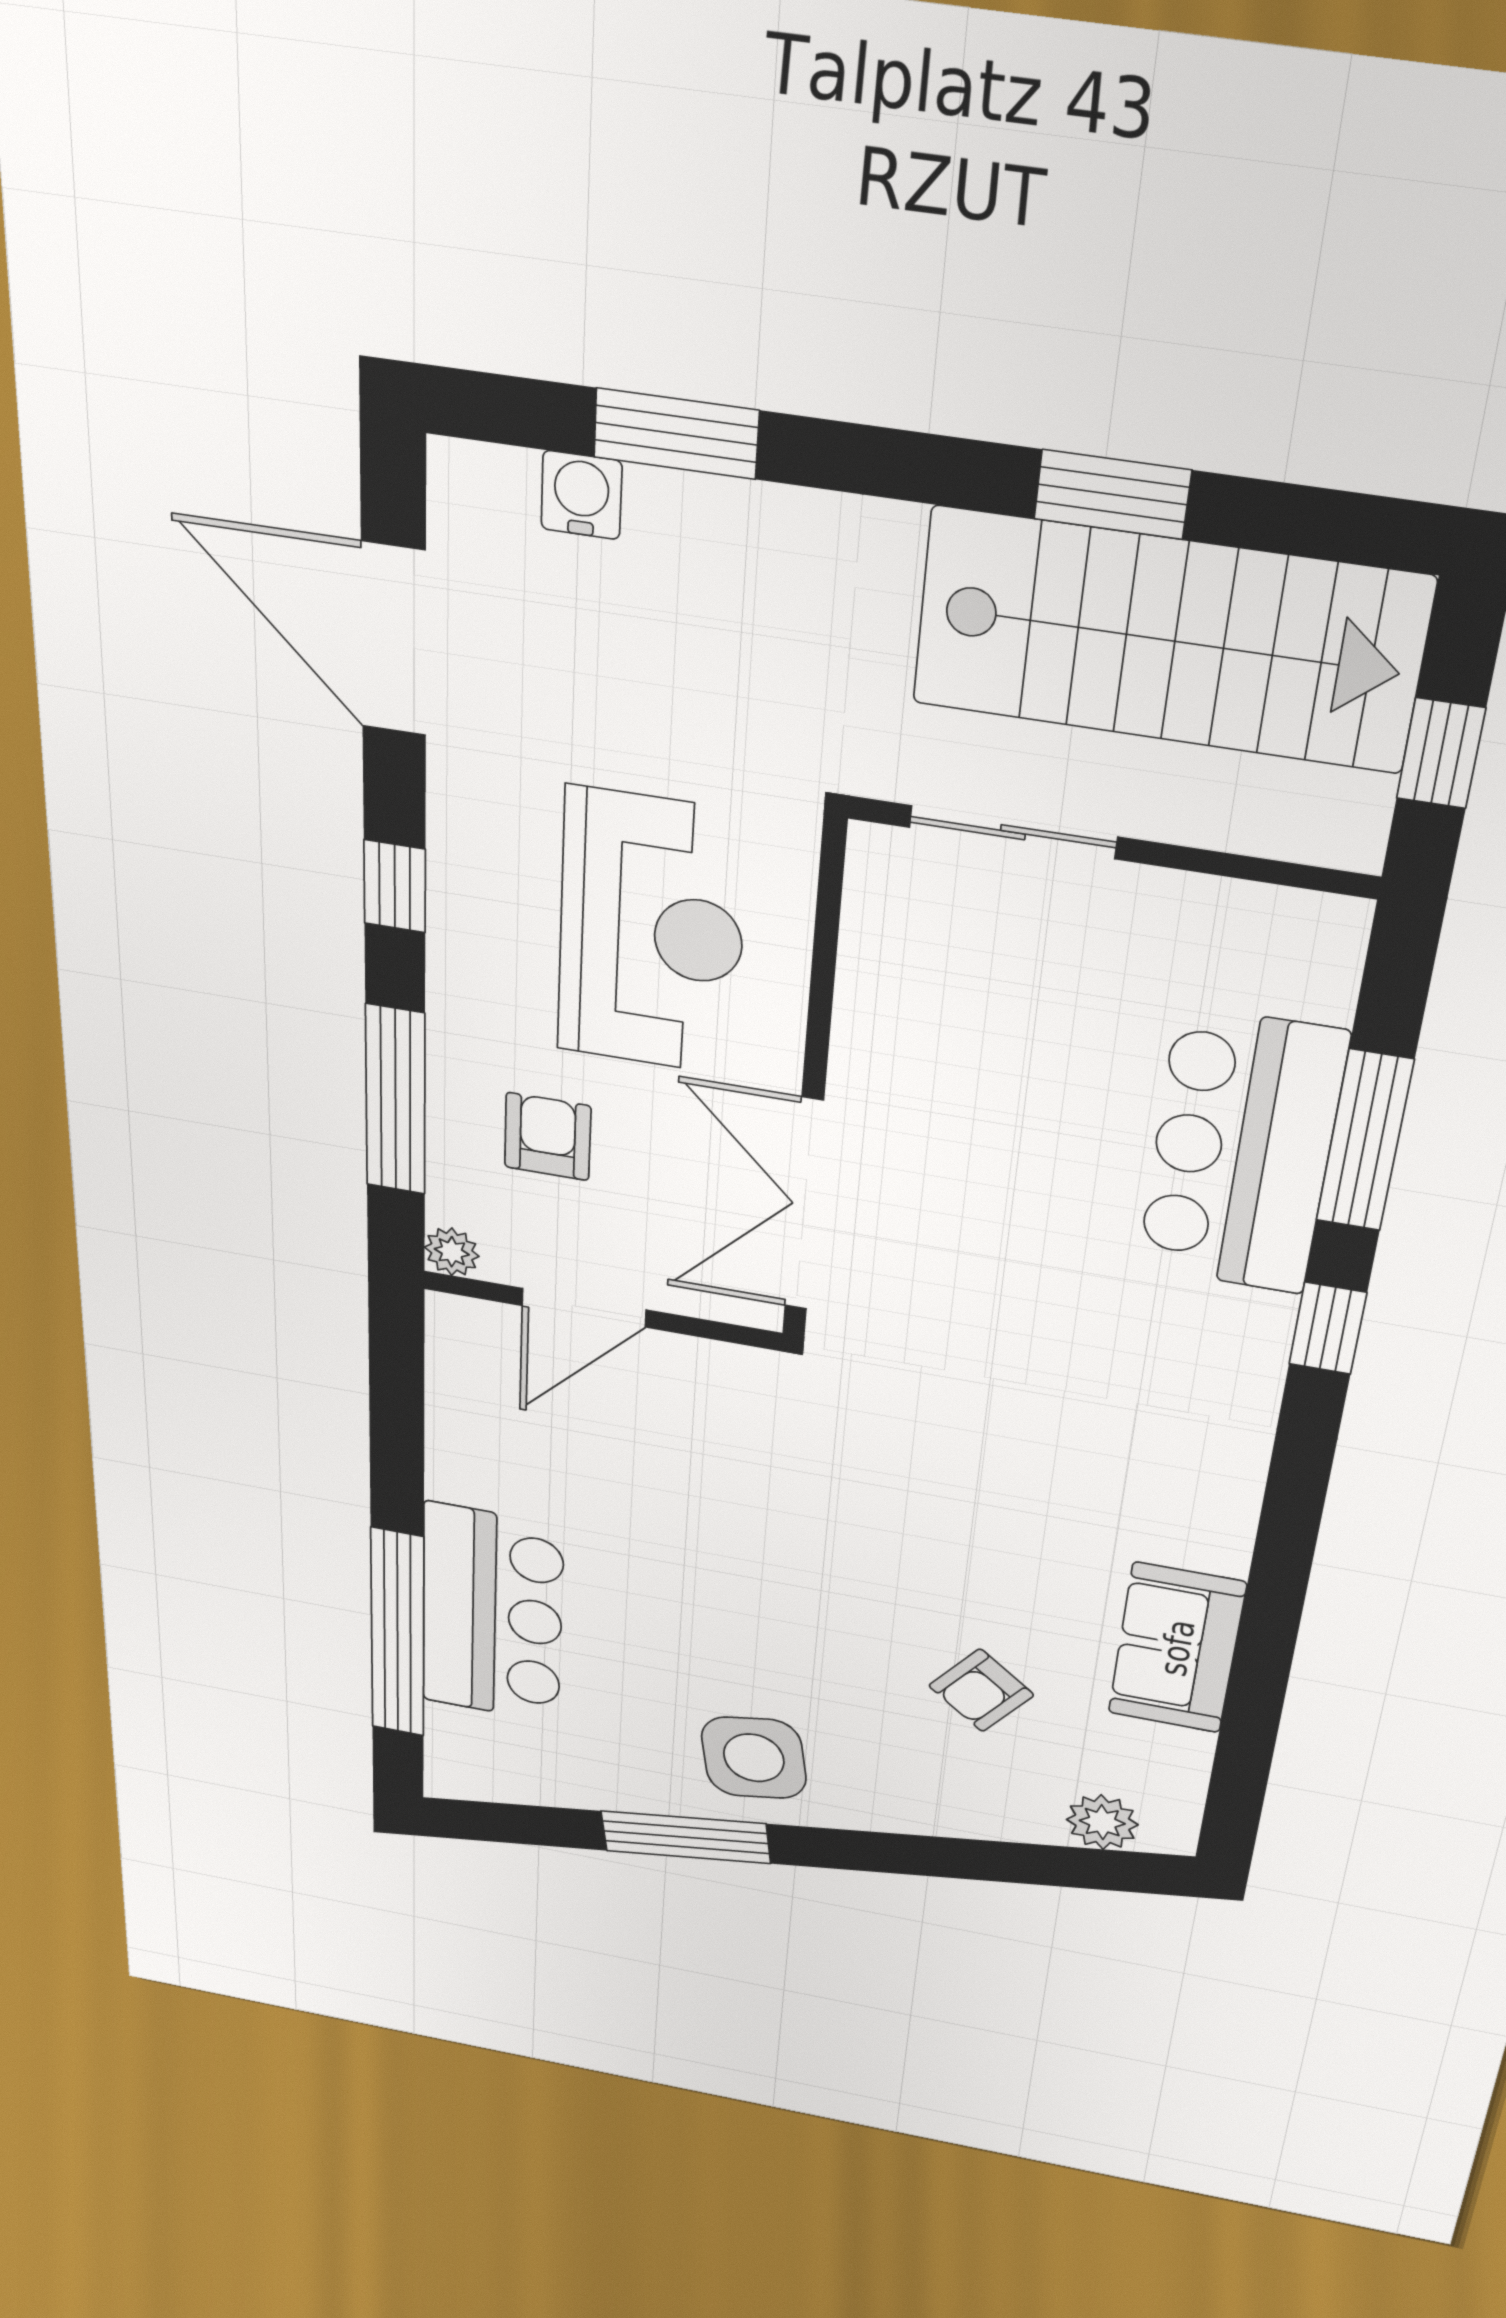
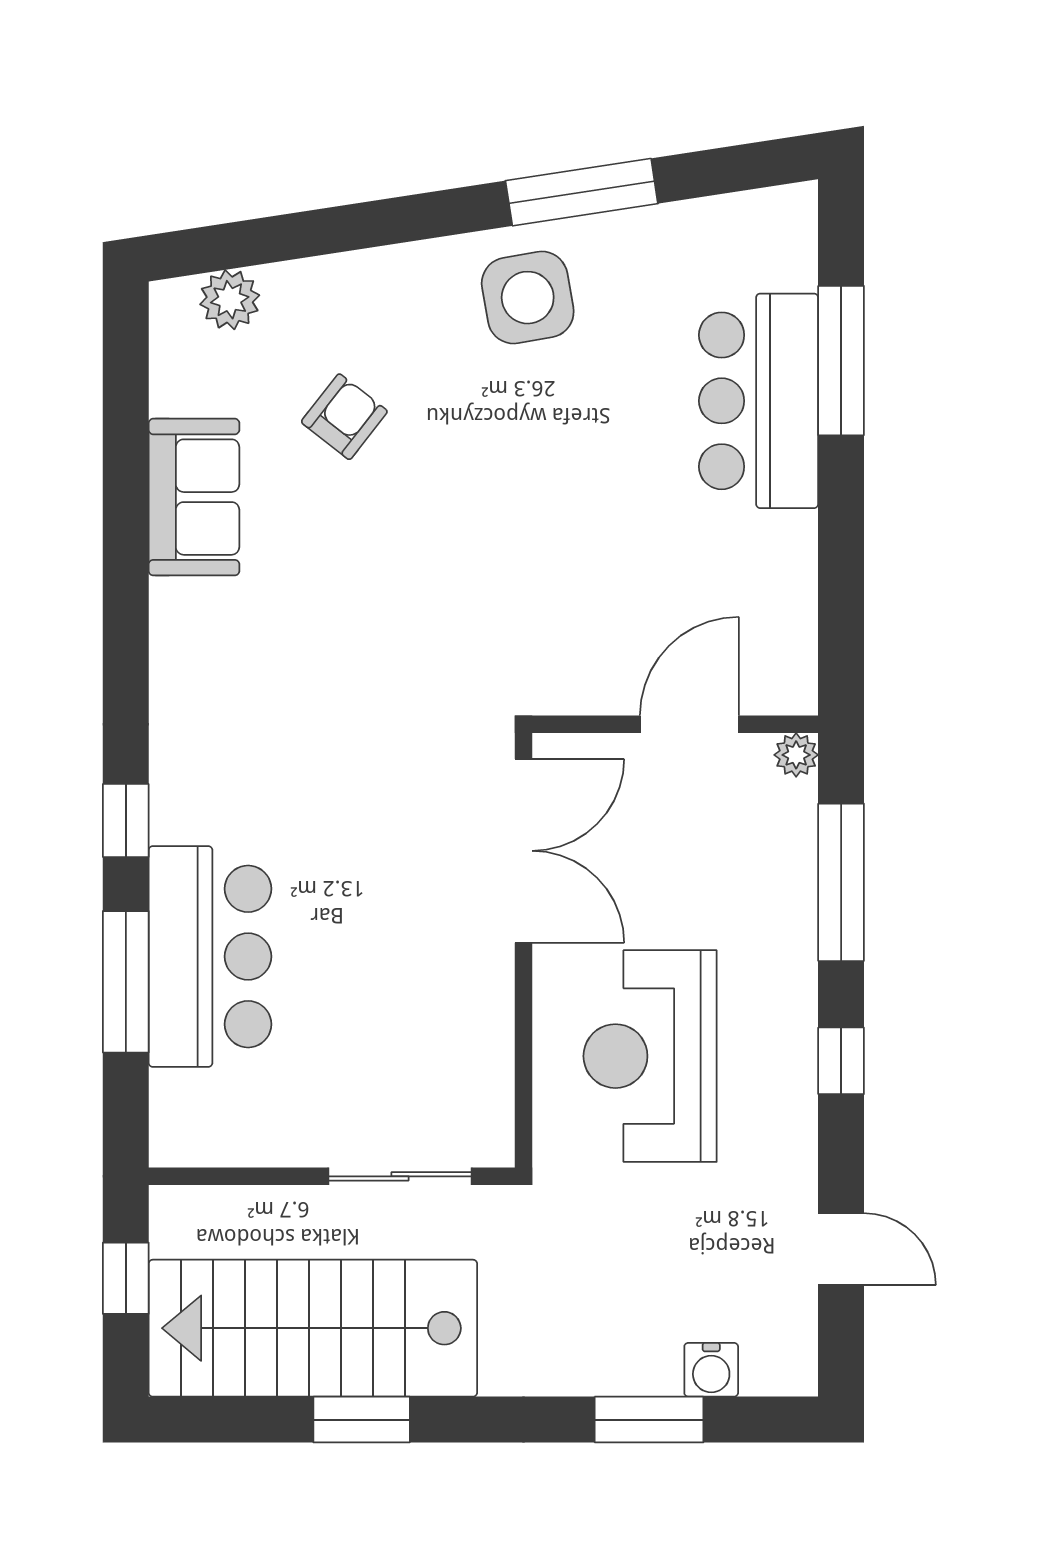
door: (394, 639) -> (841, 1249), width x0.53
armchair: (548, 1137) -> (722, 873), removed
window: (398, 1633) -> (841, 361), width x0.68

